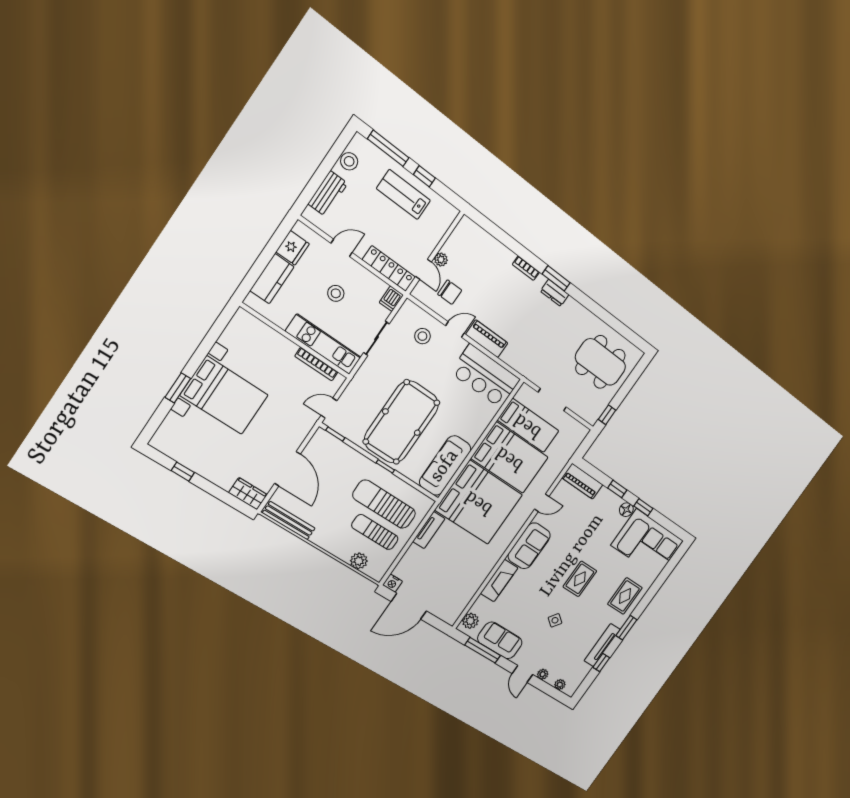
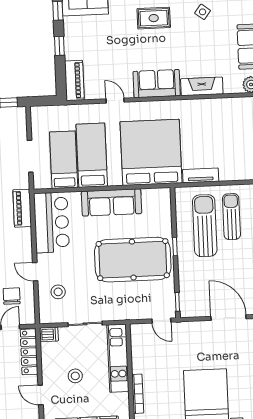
piano: (487, 339) -> (22, 208), moved
bookcase: (316, 364) -> (138, 394), moved
bed: (510, 458) -> (92, 155), width x0.67
sofa: (445, 466) -> (112, 202), moved
door: (288, 469) -> (228, 318), hinge flipped
sun lounger: (384, 504) -> (205, 226), turned 180
floor lamp: (626, 510) -> (70, 24), removed
sun lounger: (375, 532) -> (231, 217), turned 180

